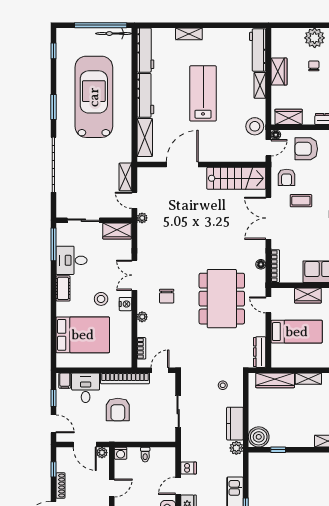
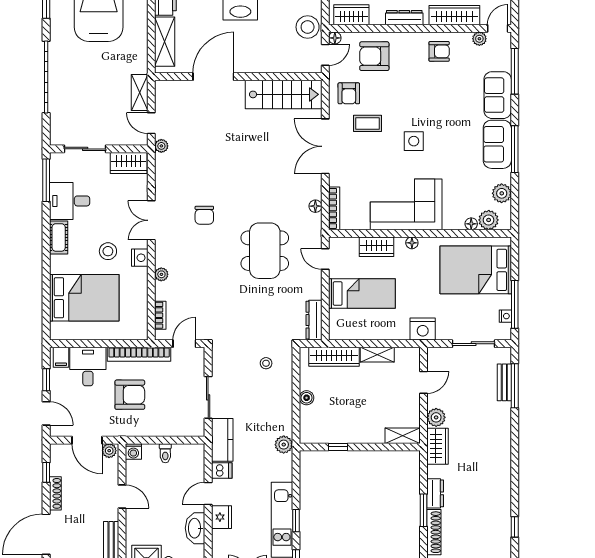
chair: (167, 296) -> (204, 215), moved
dining table: (222, 299) -> (265, 251), width x0.73, depth x0.80
armchair: (118, 410) -> (130, 395), turned -90
kitchen counter: (235, 424) -> (222, 440), moved, turned 180
boiler: (259, 437) -> (307, 398), moved, width x0.54, depth x0.54
door: (112, 488) -> (122, 497), hinge flipped

